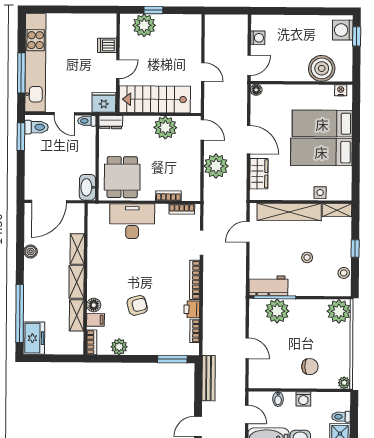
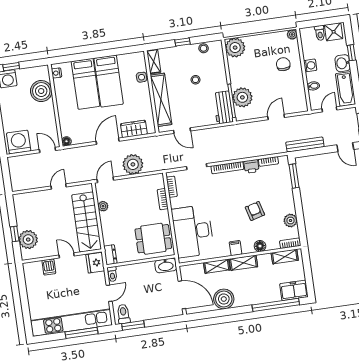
washing machine: (258, 38) -> (19, 142), width x1.89, depth x1.89
plant: (165, 128) -> (103, 206), width x0.53, depth x0.53
desk: (132, 221) -> (193, 231), width x1.36, depth x1.30
boiler: (31, 251) -> (224, 299), width x1.86, depth x1.86
shelving: (77, 315) -> (285, 257), moved
filing cabinet: (96, 320) -> (236, 248), moved

